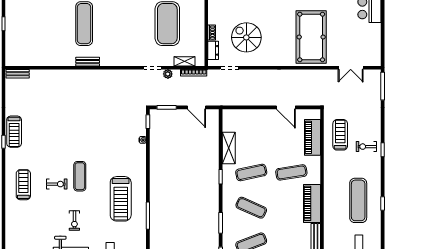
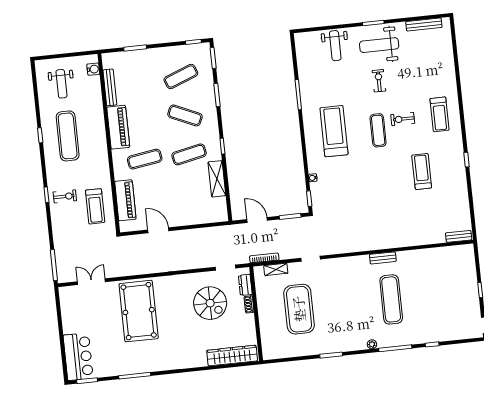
plant: (168, 74) -> (293, 254), removed
treadmill: (14, 132) -> (422, 171), moved
treadmill: (121, 199) -> (334, 131), moved

